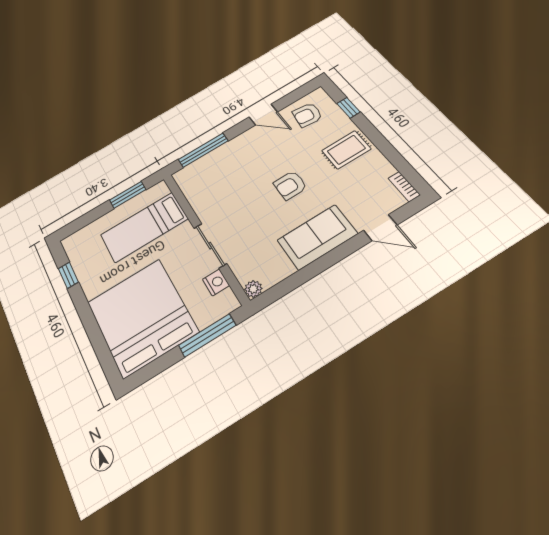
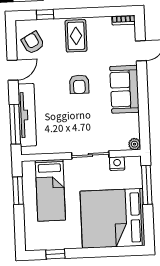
armchair: (307, 115) -> (33, 43), turned 145
tv unit: (221, 155) -> (27, 115), added

